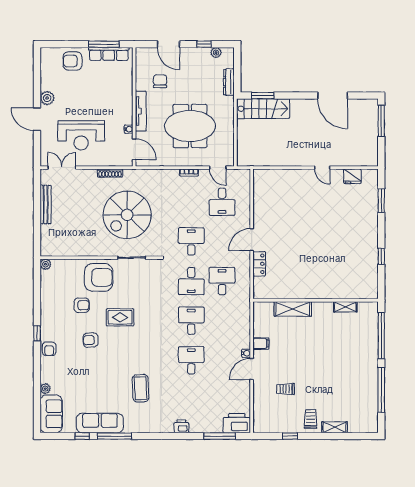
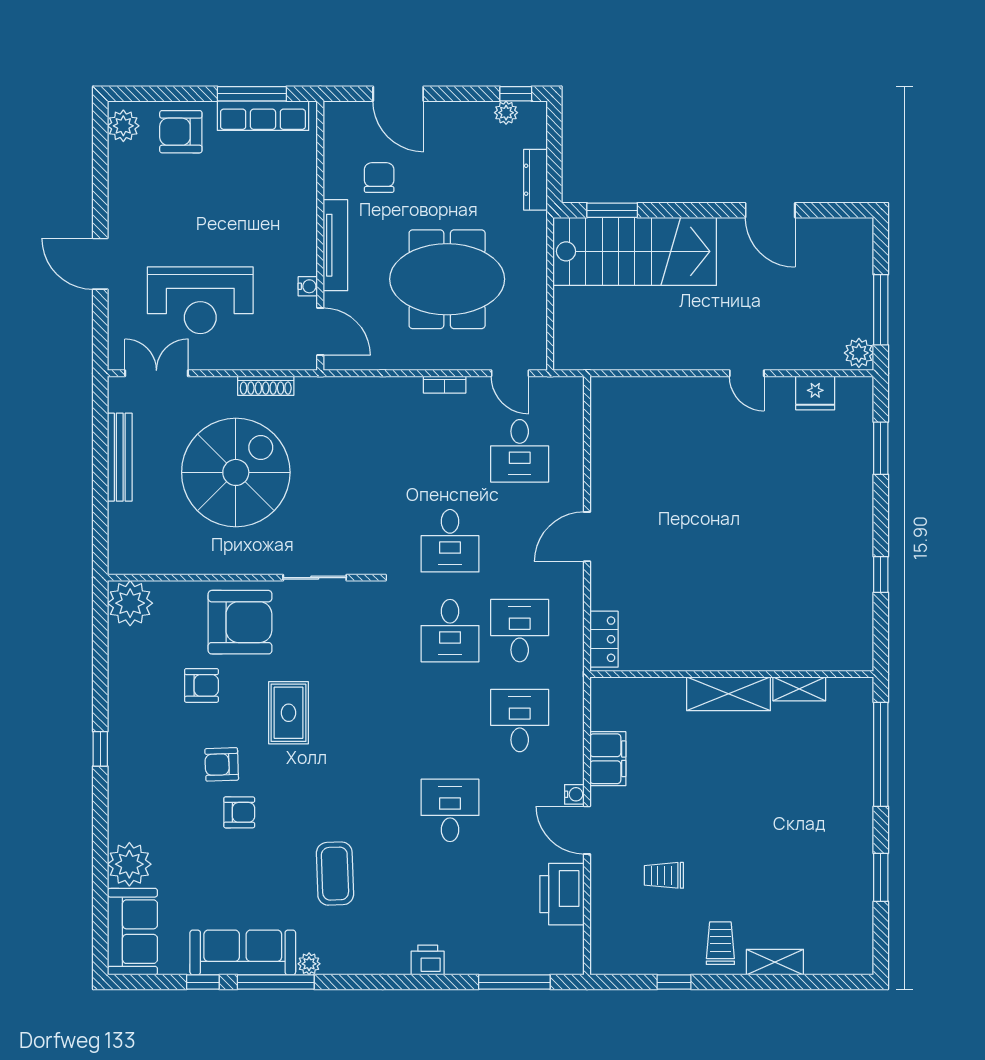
window: (204, 44) -> (516, 94), moved
door: (333, 96) -> (770, 210), width x0.73
plant: (47, 98) -> (123, 126), moved
stairs: (263, 109) -> (635, 251), width x1.36, depth x1.51
window: (381, 121) -> (881, 310), moved
plant: (372, 159) -> (859, 353), added
spiral stairs: (127, 215) -> (236, 472), moved, turned 180
desk: (191, 241) -> (450, 541), turned 180
plant: (45, 264) -> (130, 603), width x1.87, depth x1.87
locker: (259, 264) -> (604, 639), moved
shelving: (293, 309) -> (729, 694), moved
rug: (120, 317) -> (289, 713), turned 90
desk: (191, 321) -> (520, 720), moved
filing cabinet: (261, 344) -> (608, 759), width x2.00
armchair: (49, 349) -> (239, 812), moved, turned -90
door: (252, 369) -> (587, 830), hinge flipped
plant: (45, 389) -> (129, 864), width x1.88, depth x1.88
window: (381, 390) -> (881, 877), width x0.47
printer: (237, 423) -> (562, 894), moved, turned -90
plant: (129, 428) -> (309, 964), added

